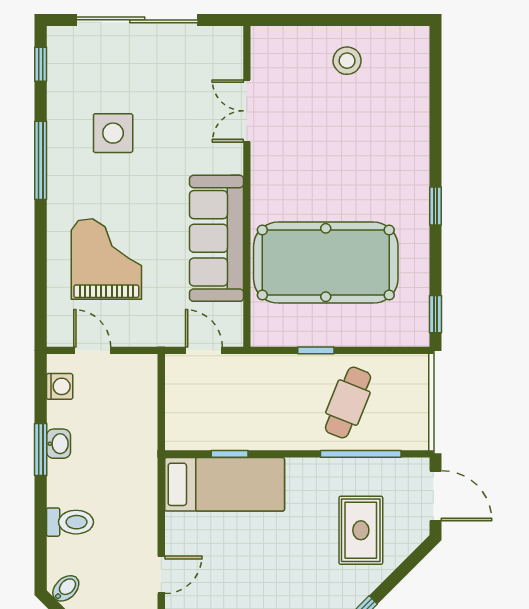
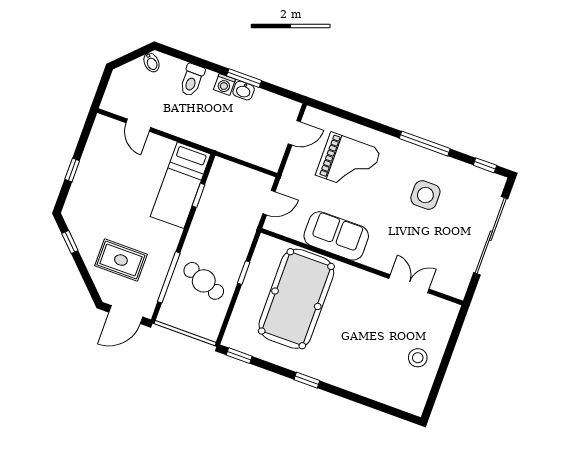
sofa: (217, 238) -> (336, 236), width x0.73
washing machine: (60, 386) -> (224, 84), moved

